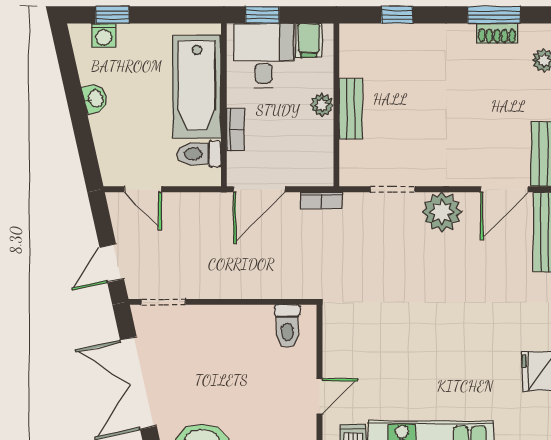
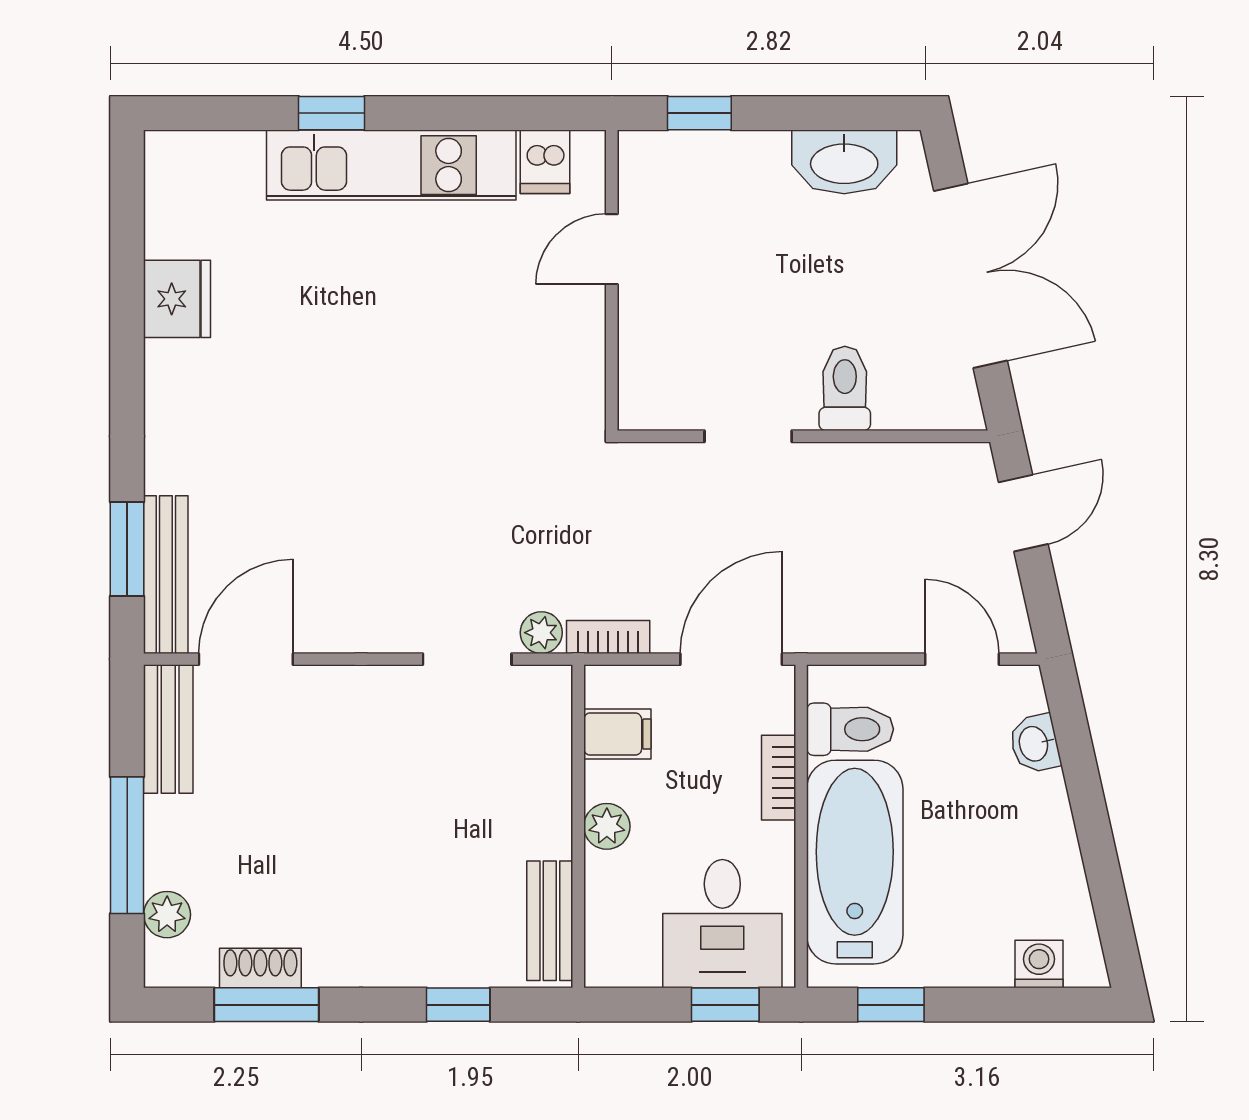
window: (112, 15) -> (891, 1005), moved
filing cabinet: (309, 40) -> (617, 734), moved, turned 90
washbasin: (95, 99) -> (1035, 744), moved
bench: (351, 109) -> (550, 921), moved
plant: (442, 212) -> (541, 633), moved, width x0.53, depth x0.53
doorway: (164, 302) -> (748, 436), moved
toilet: (287, 326) -> (845, 388), moved

